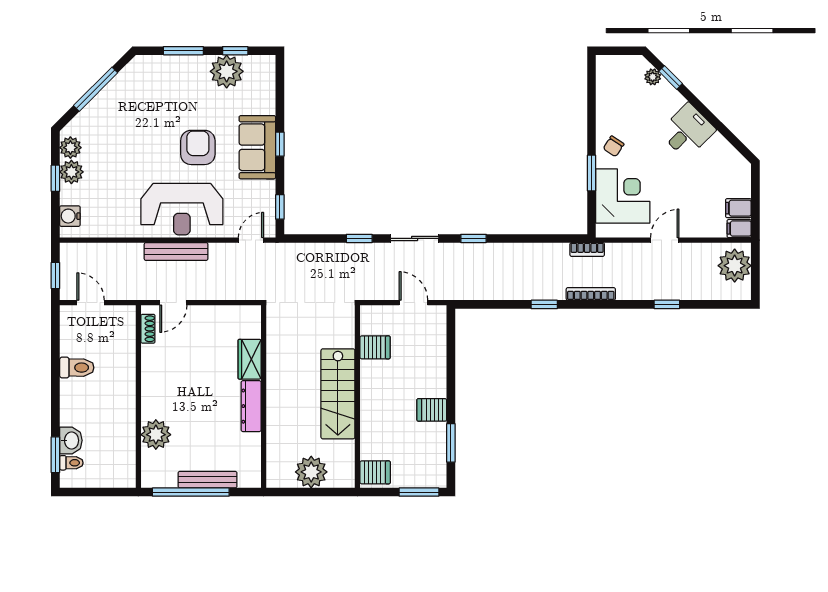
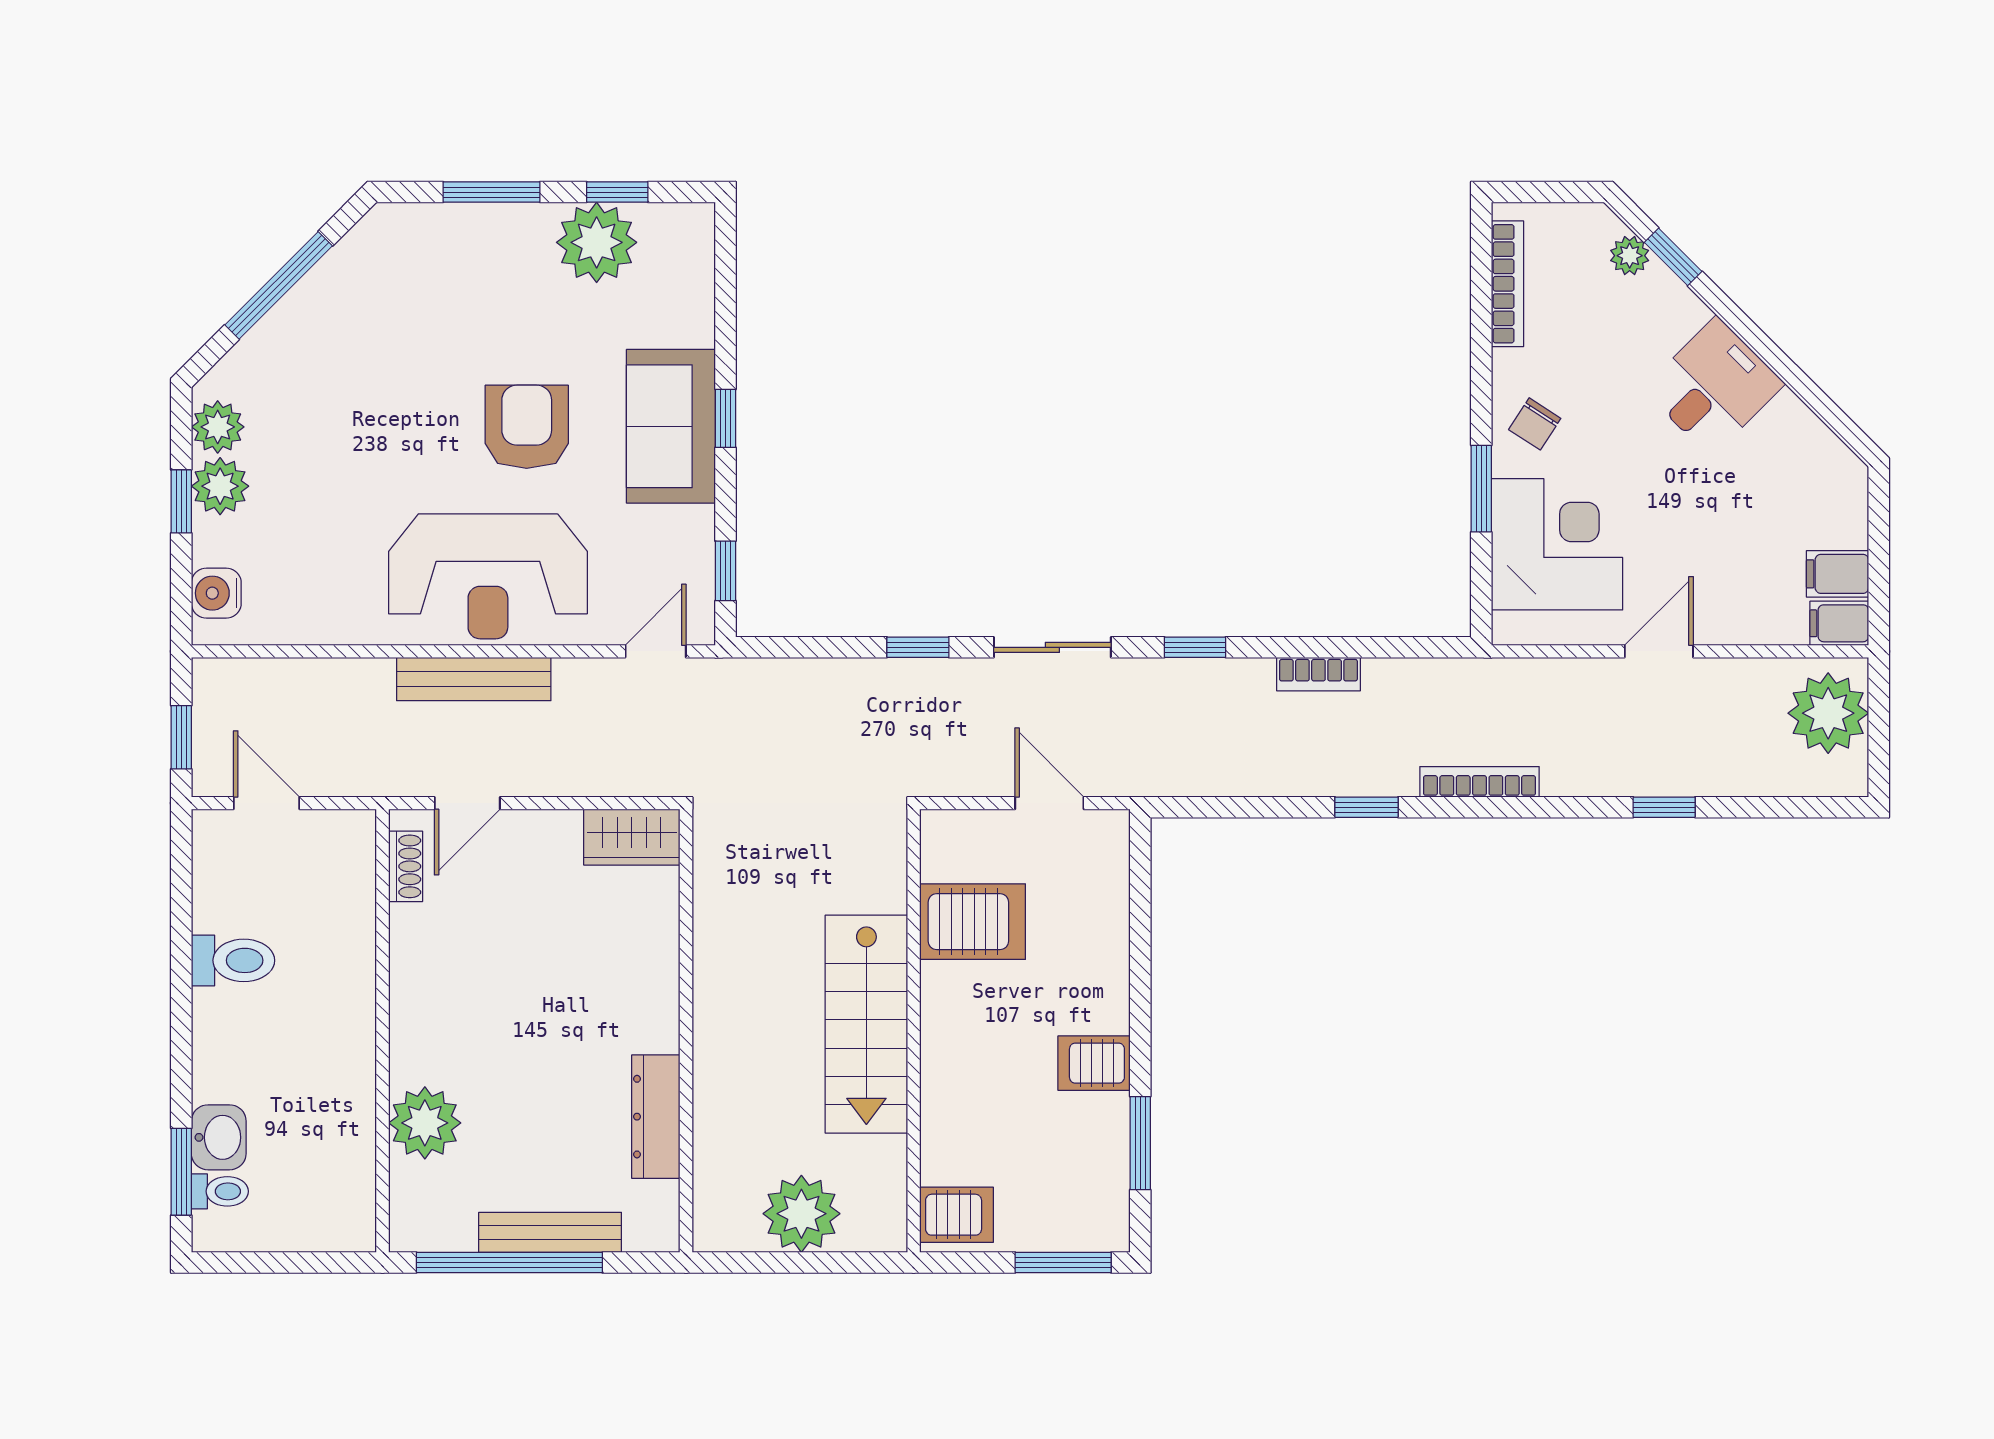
bookcase: (602, 88) -> (1507, 284), added
bookcase: (587, 249) -> (1318, 674), moved
server rack: (375, 347) -> (973, 922), width x1.36, depth x1.44
wardrobe: (250, 359) -> (632, 837), moved, turned -90
dresser: (251, 406) -> (656, 1117), moved

